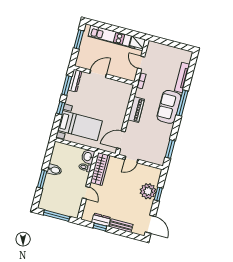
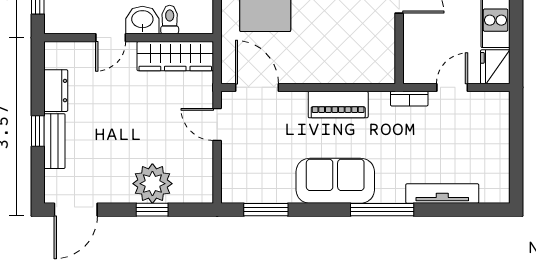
sofa: (169, 107) -> (335, 181), moved
washbasin: (88, 157) -> (142, 20), moved
window: (100, 227) -> (38, 131), moved

